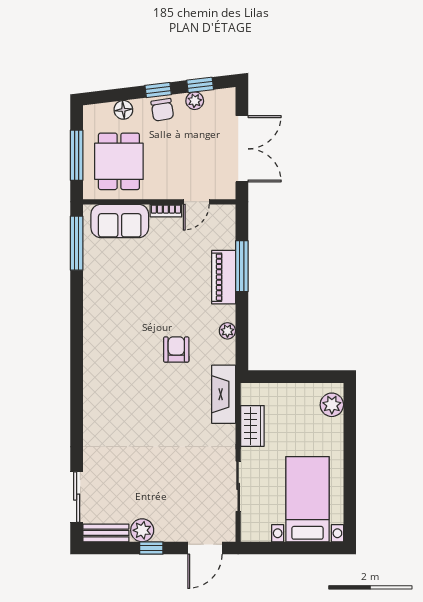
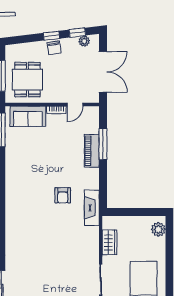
plant: (195, 101) -> (84, 41), moved
floor lamp: (123, 110) -> (30, 48), removed
plant: (227, 331) -> (94, 184), removed
armchair: (176, 349) -> (63, 195), turned 180
fireplace: (224, 394) -> (92, 208), moved

